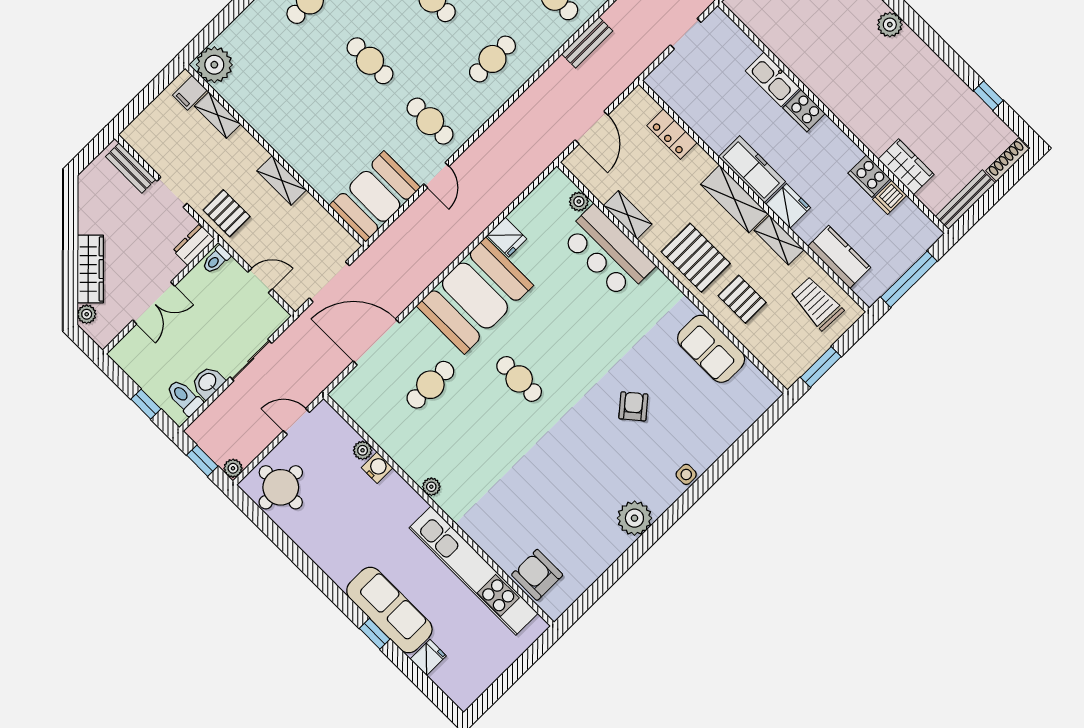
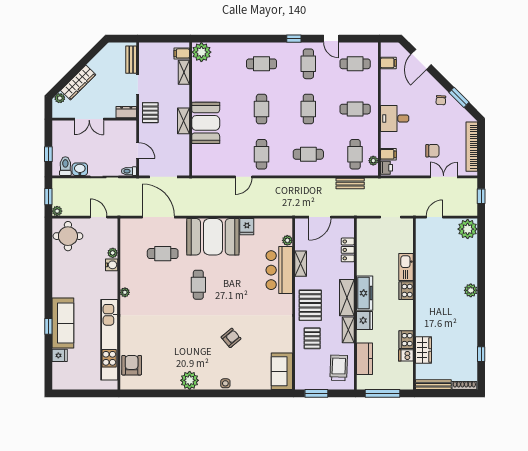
booth: (375, 196) -> (206, 123), moved, turned 90
toilet: (216, 260) -> (129, 171), moved
sofa: (711, 349) -> (282, 371), moved

